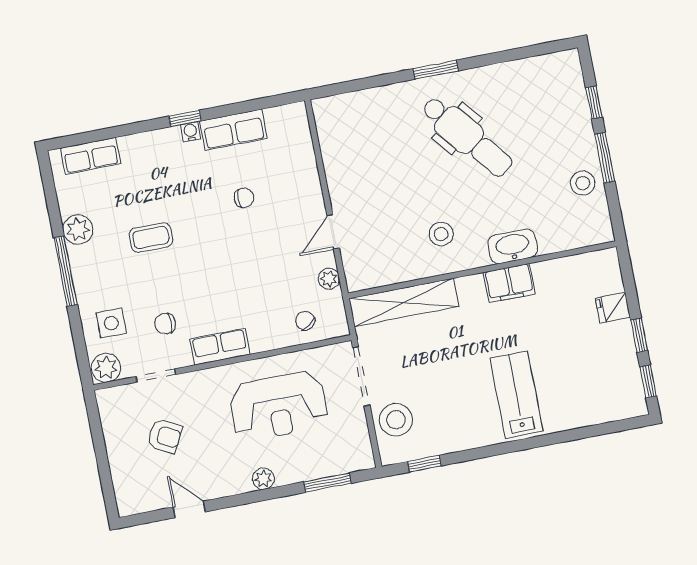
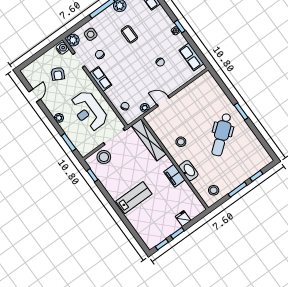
row of seats: (233, 130) -> (191, 57), moved
stool: (583, 183) -> (214, 190), moved
water cooler: (113, 400) -> (62, 48), added

